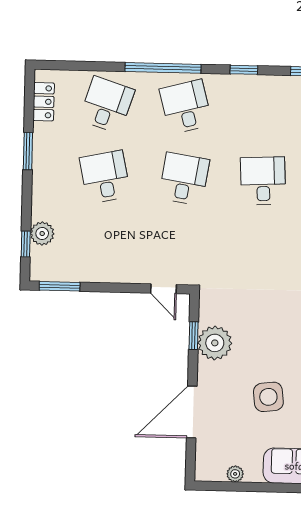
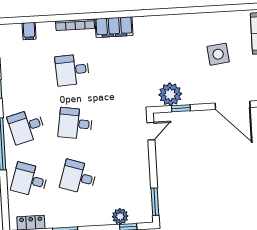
desk: (105, 177) -> (78, 177), turned 30
plant: (215, 343) -> (170, 94), moved

